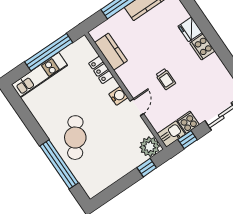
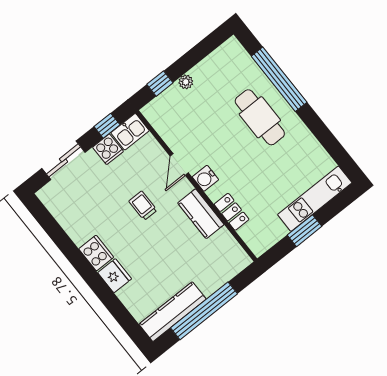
window: (49, 52) -> (304, 231), width x0.47
kitchen counter: (111, 52) -> (201, 214), moved
cafe table: (75, 138) -> (260, 117), turned -35
plant: (150, 147) -> (186, 82), moved, width x0.53, depth x0.53

